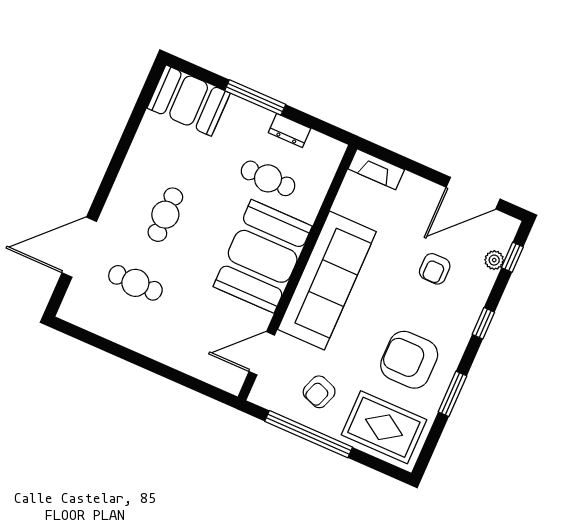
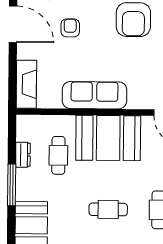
fireplace: (376, 169) -> (26, 84), width x1.37, depth x1.32
armchair: (435, 269) -> (70, 28), turned -90
sofa: (327, 280) -> (94, 95), width x0.74, depth x0.79

